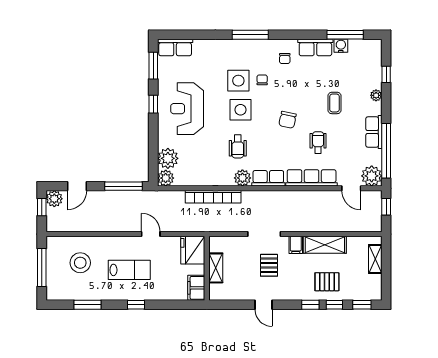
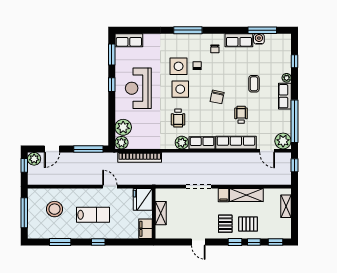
row of seats: (374, 132) -> (285, 96), moved
bookcase: (213, 197) -> (140, 157), moved
pallet: (269, 265) -> (225, 224), moved

